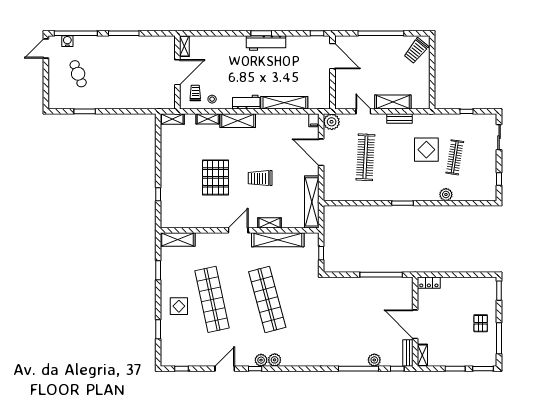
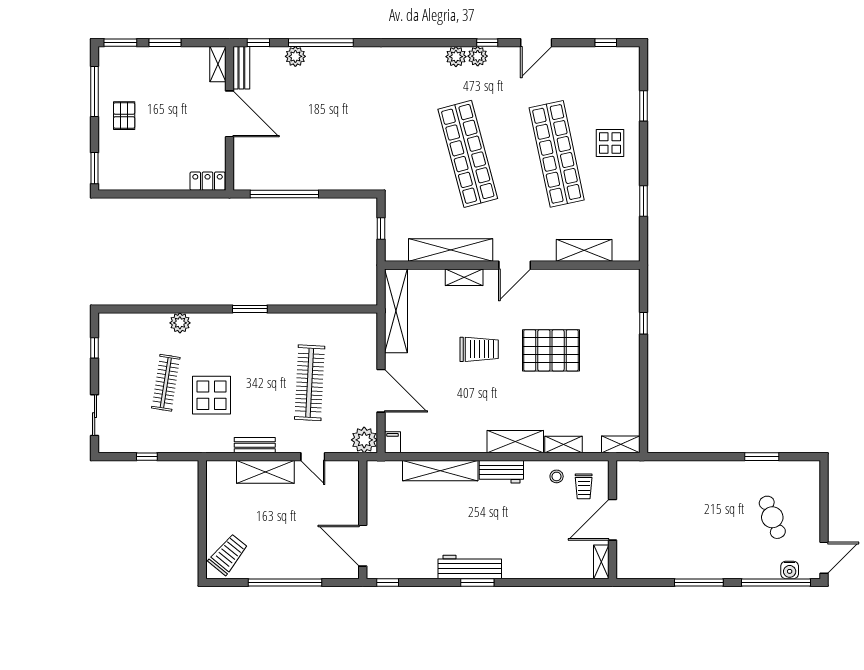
pallet: (216, 177) -> (551, 350), turned 90
shelving: (178, 240) -> (584, 250), moved

